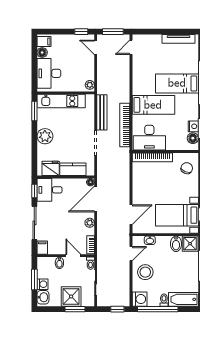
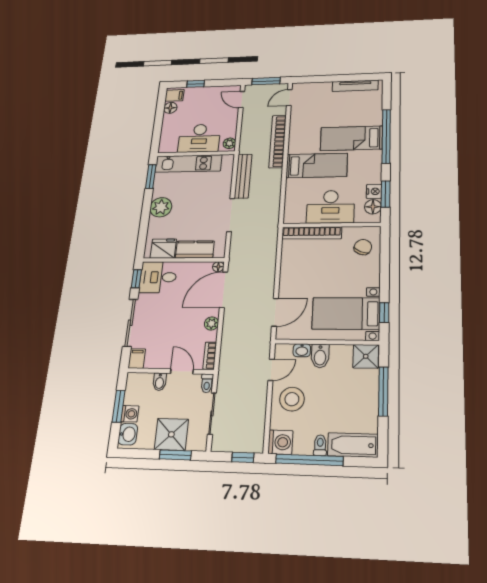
window: (81, 32) -> (196, 84), moved
desk: (49, 73) -> (199, 138), moved, turned -90
bookcase: (125, 125) -> (278, 141), moved
desk: (149, 138) -> (330, 207), moved
bidet: (176, 244) -> (320, 356), moved

